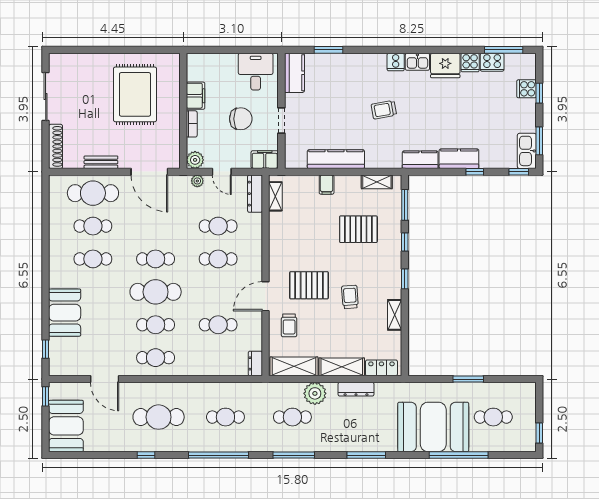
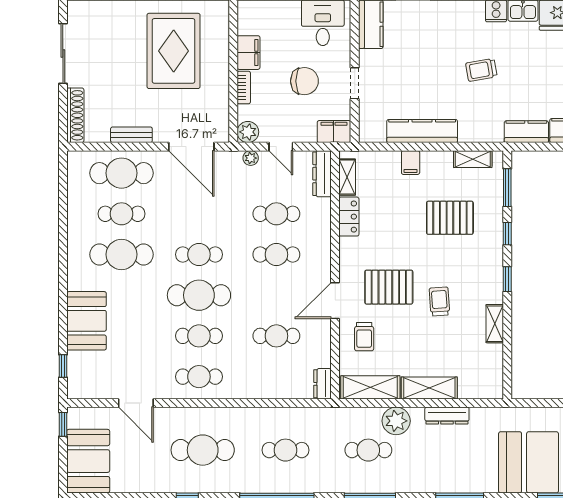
cafe table: (93, 259) -> (122, 254), width x1.37, depth x1.35
locker: (381, 368) -> (349, 217), moved, turned 90

